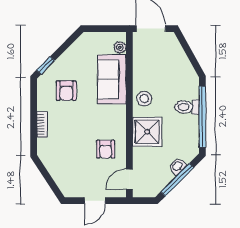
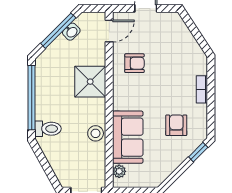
stool: (144, 99) -> (96, 133), moved
toilet: (187, 107) -> (48, 129), moved
armchair: (106, 149) -> (134, 63), turned 90
washbasin: (178, 166) -> (71, 32), moved

